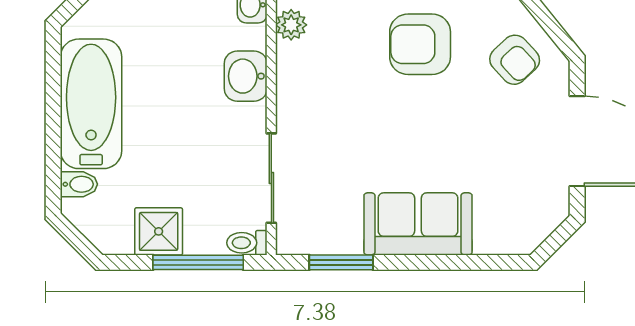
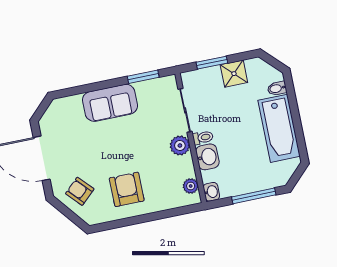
armchair: (420, 44) -> (127, 189), turned -90
plant: (296, 110) -> (180, 145), added
toilet: (247, 243) -> (203, 138), moved
window: (198, 262) -> (212, 63), width x0.69

